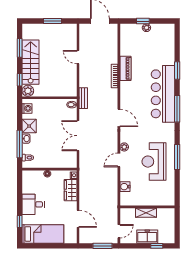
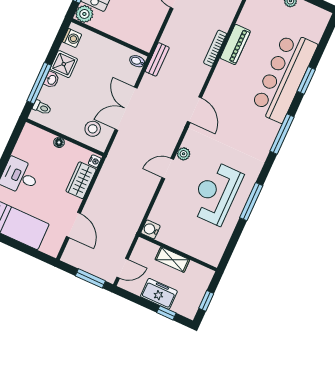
bar counter: (163, 94) -> (284, 77), moved
stool: (64, 157) -> (93, 129), added
water cooler: (125, 187) -> (150, 229), moved
window: (177, 228) -> (206, 301), added

